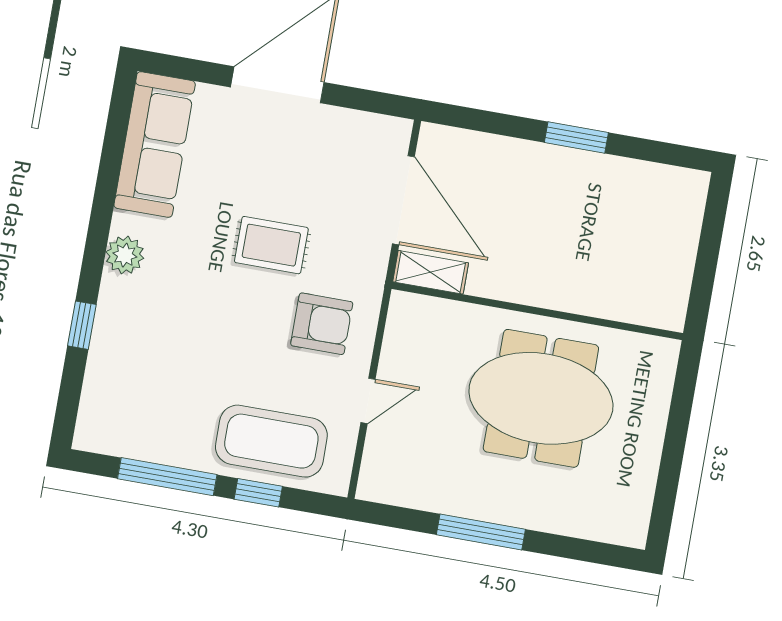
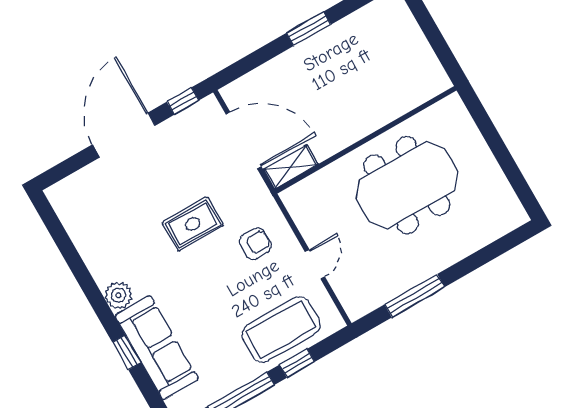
window: (373, 102) -> (183, 101), added
sofa: (155, 144) -> (157, 348), moved
armchair: (322, 324) -> (255, 244), width x0.72, depth x0.72
window: (481, 532) -> (415, 296), moved

